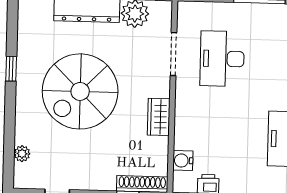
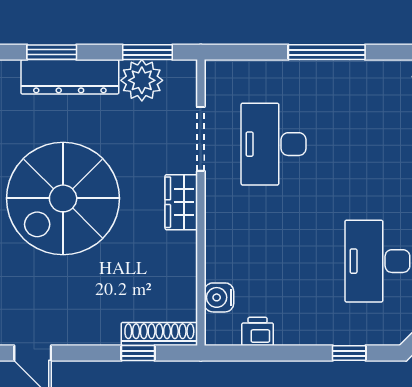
wardrobe: (159, 117) -> (181, 202), moved

